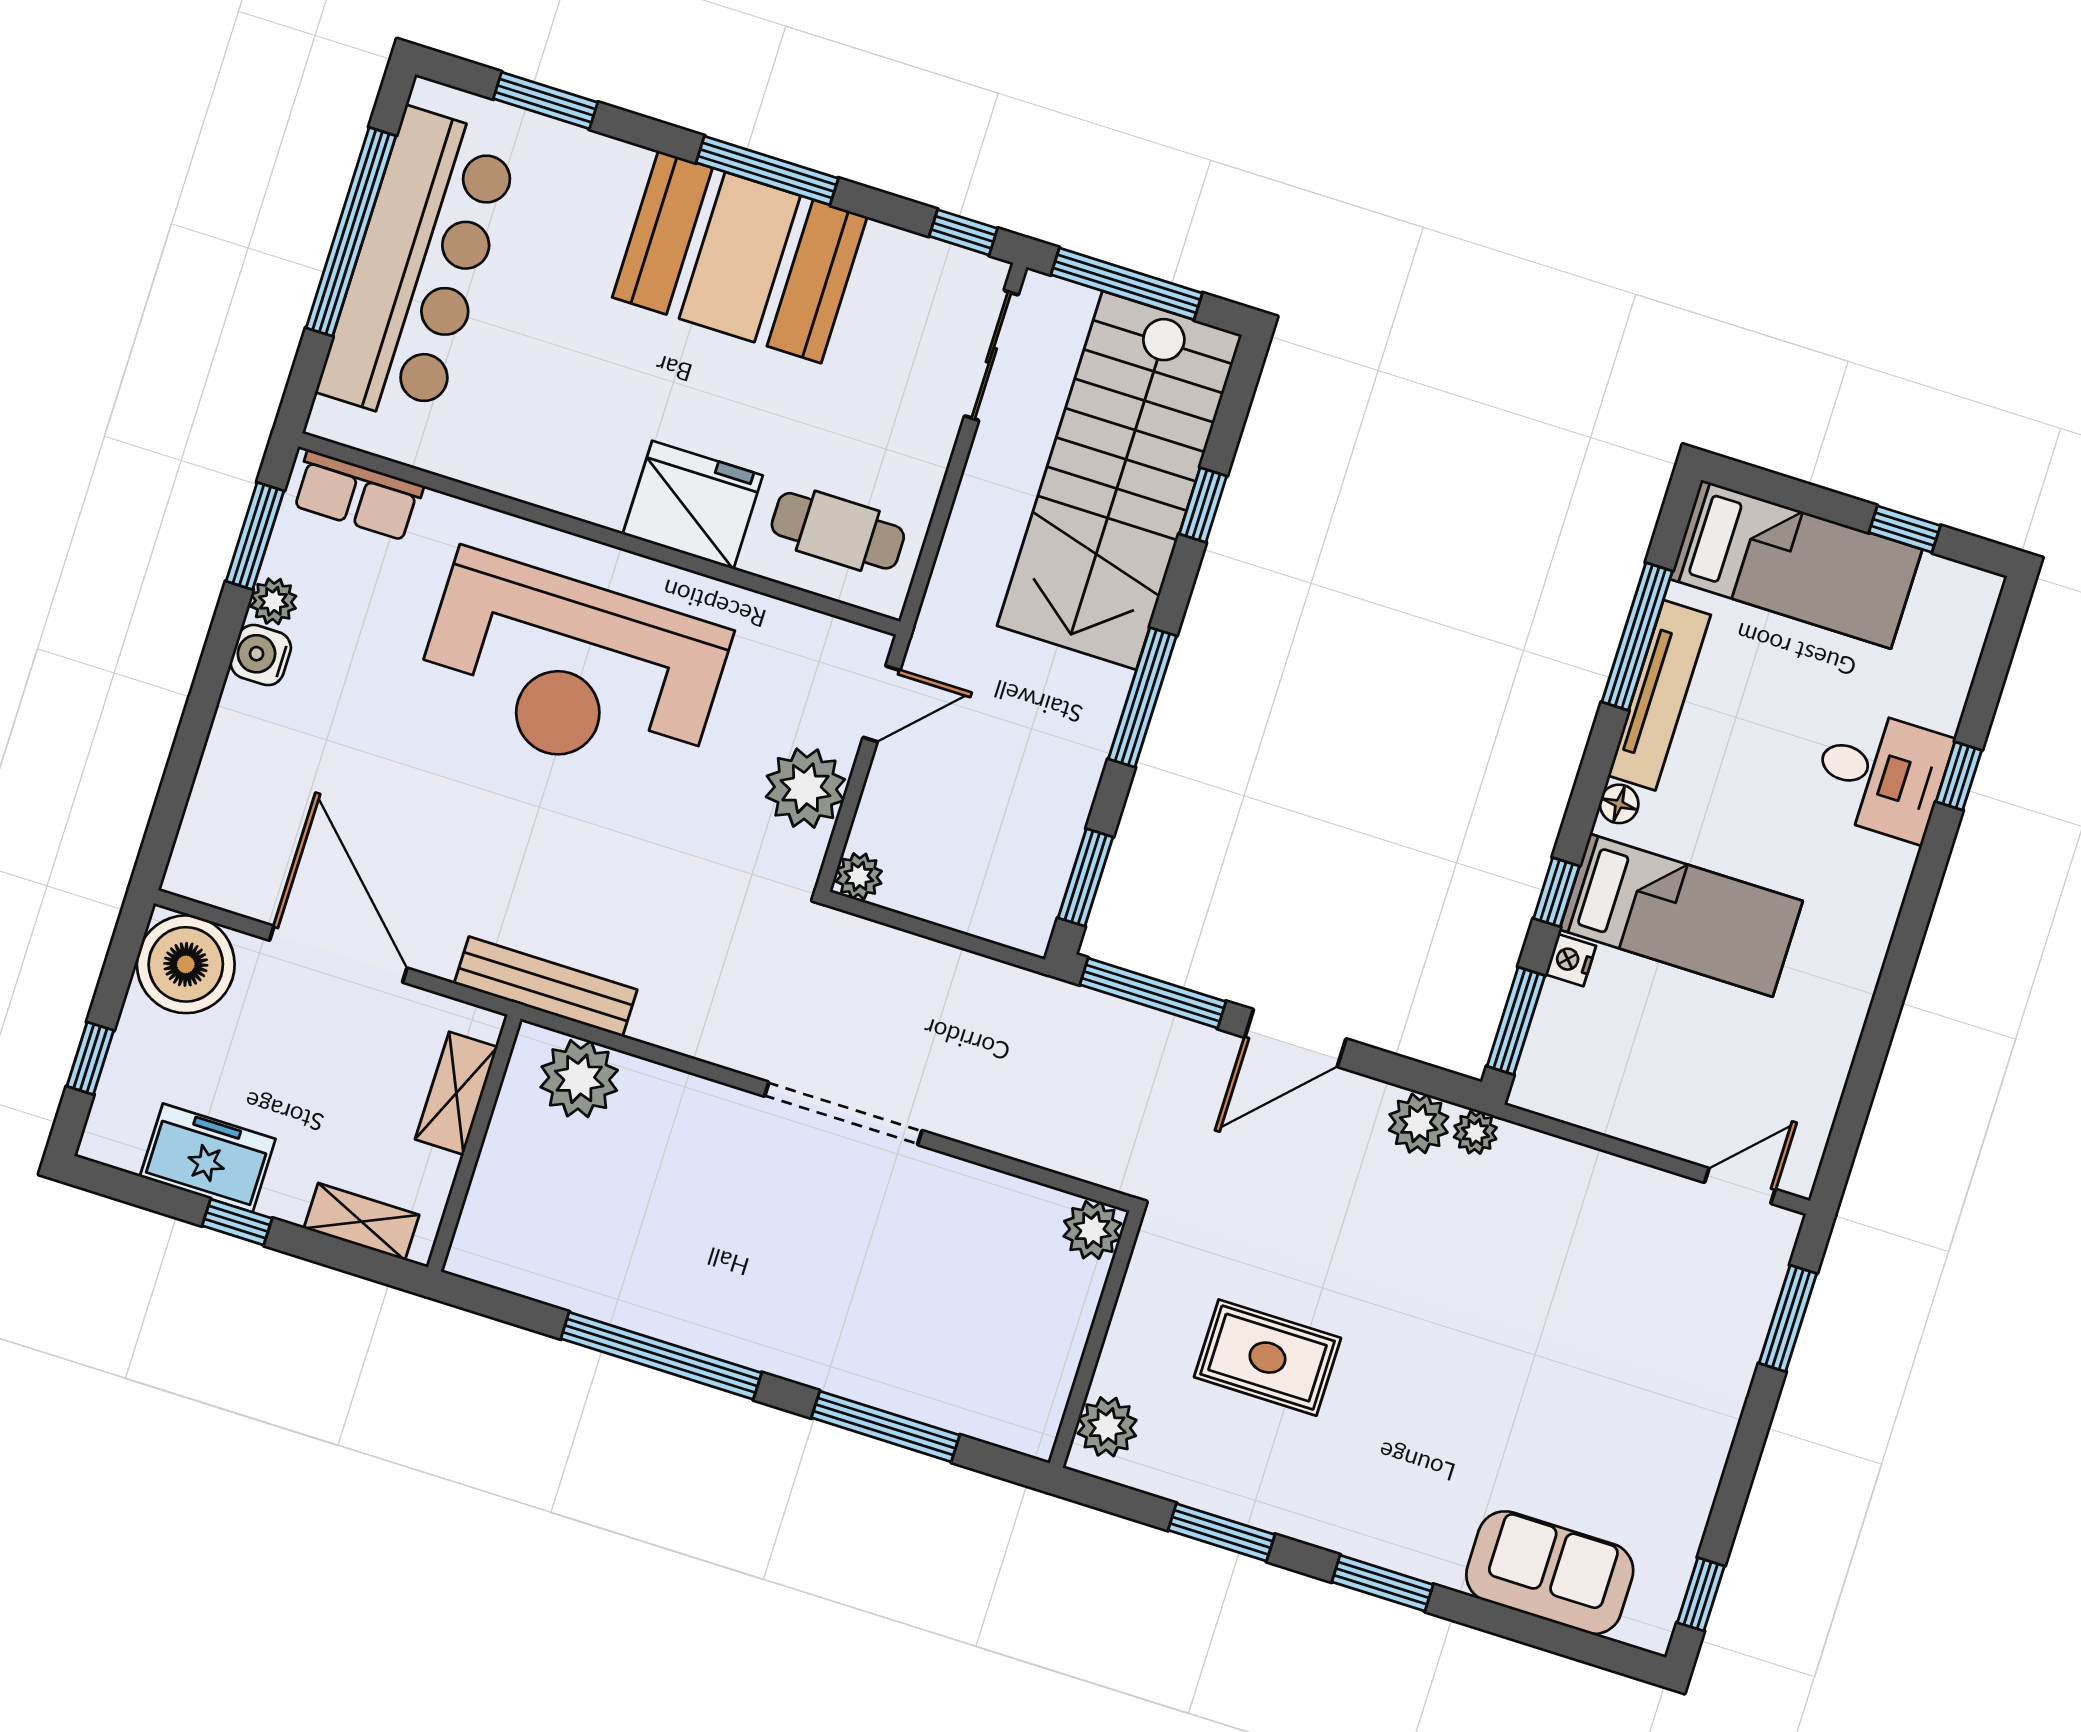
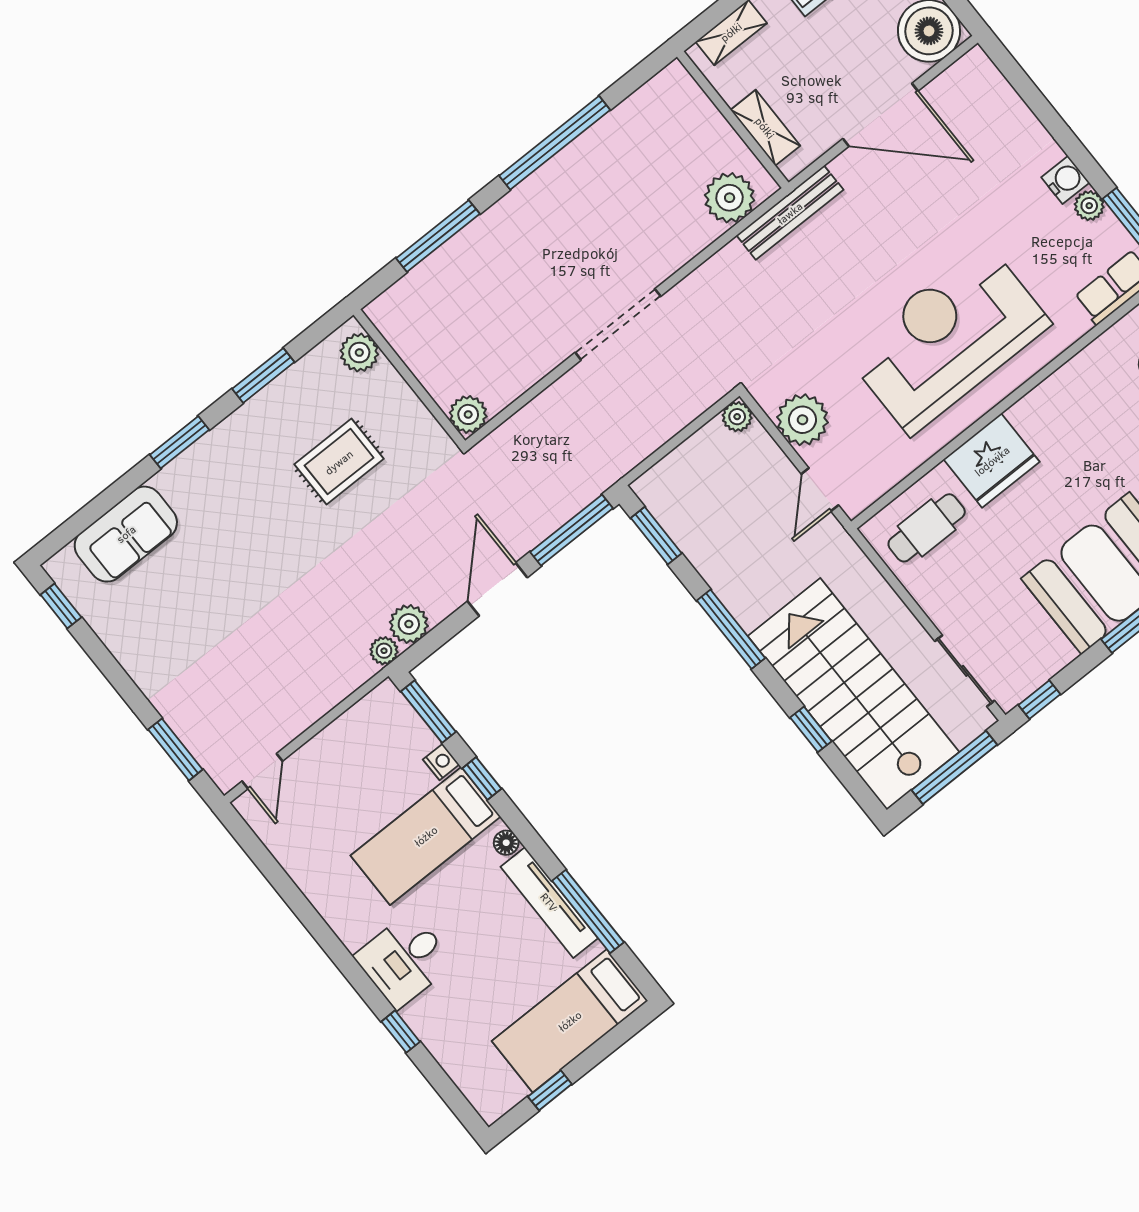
desk: (1881, 774) -> (404, 960), moved

